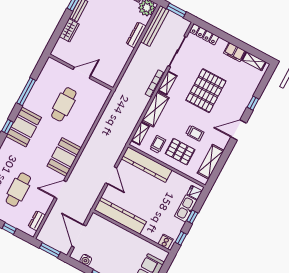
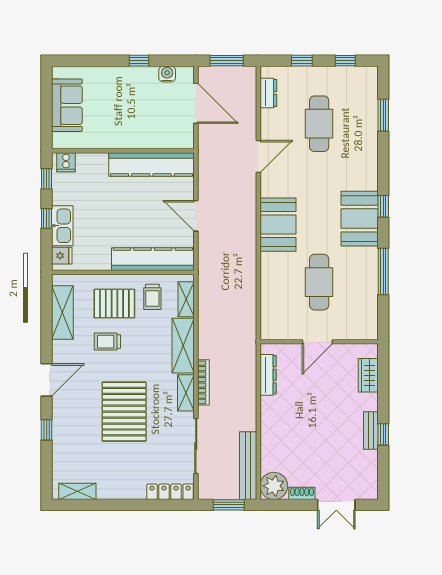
wardrobe: (69, 30) -> (368, 375), moved
dresser: (136, 35) -> (268, 375), moved
filing cabinet: (235, 52) -> (113, 490), removed
booth: (64, 157) -> (278, 225), moved

